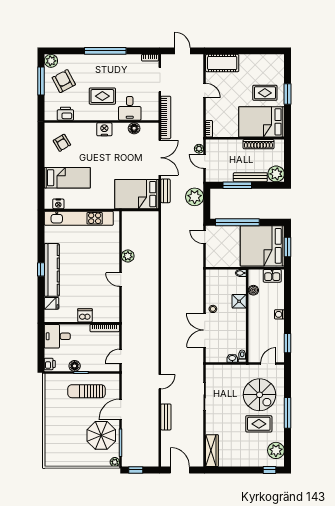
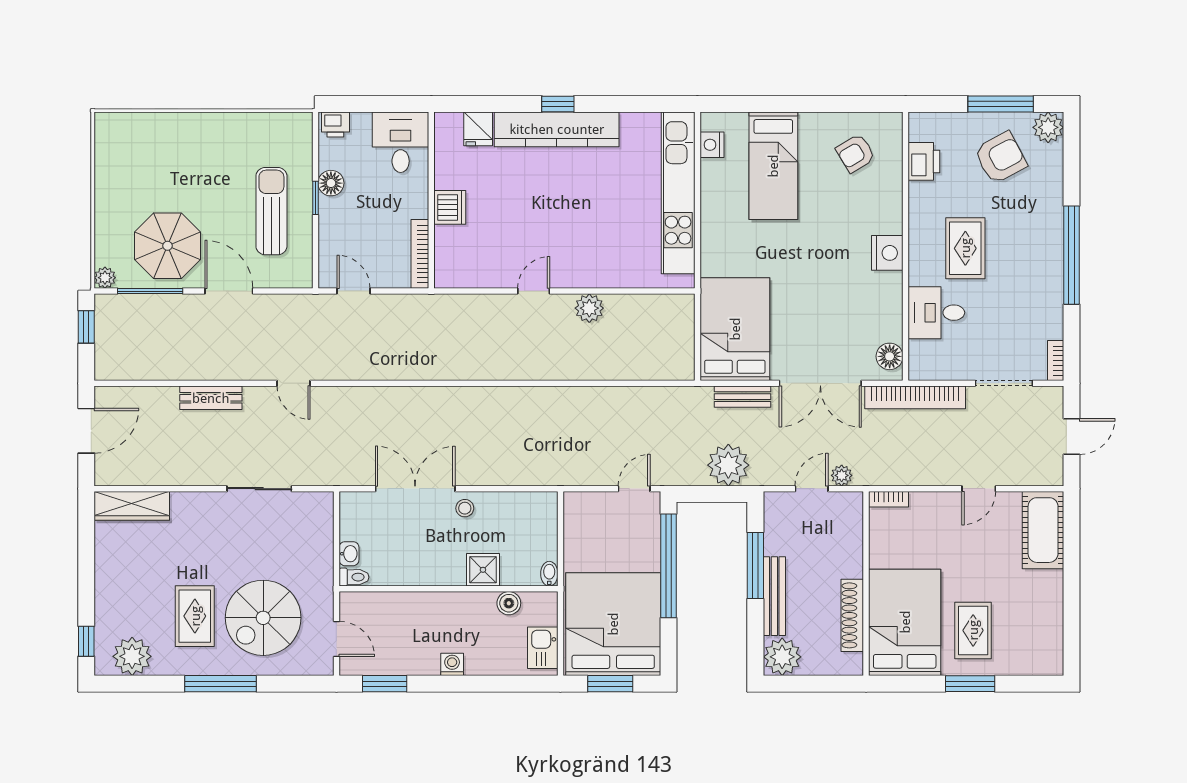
floor lamp: (134, 128) -> (890, 356), moved

